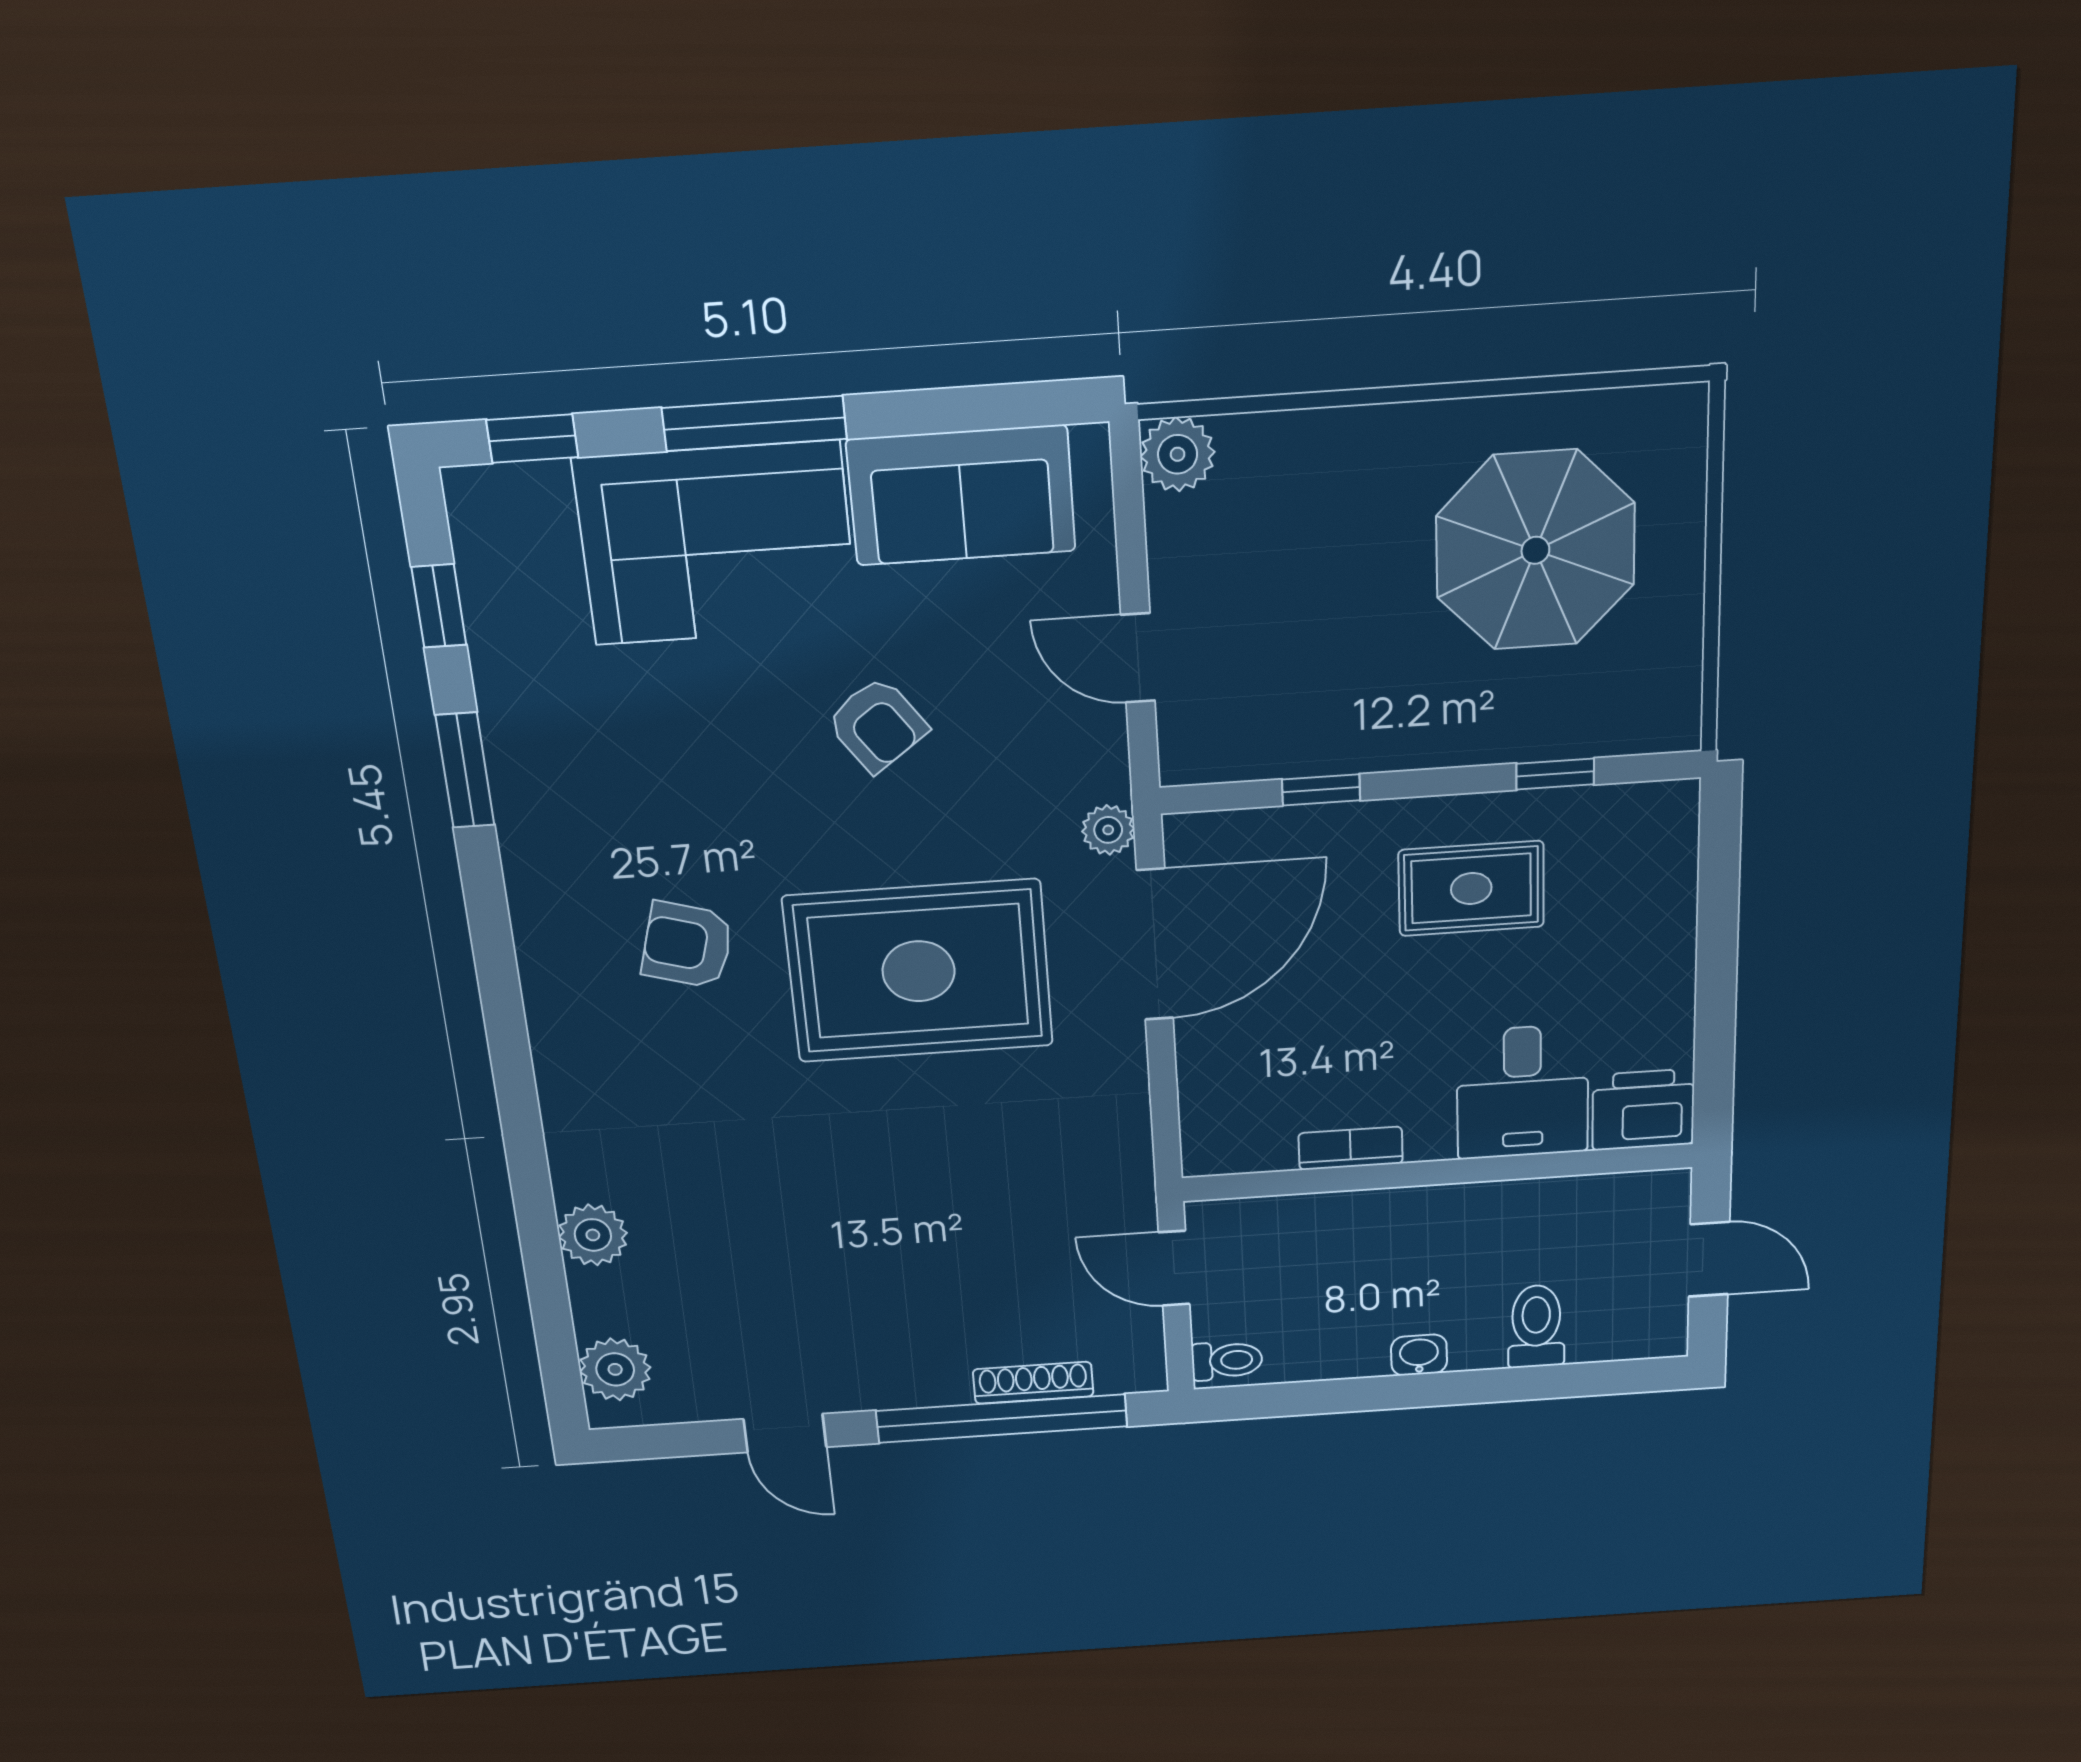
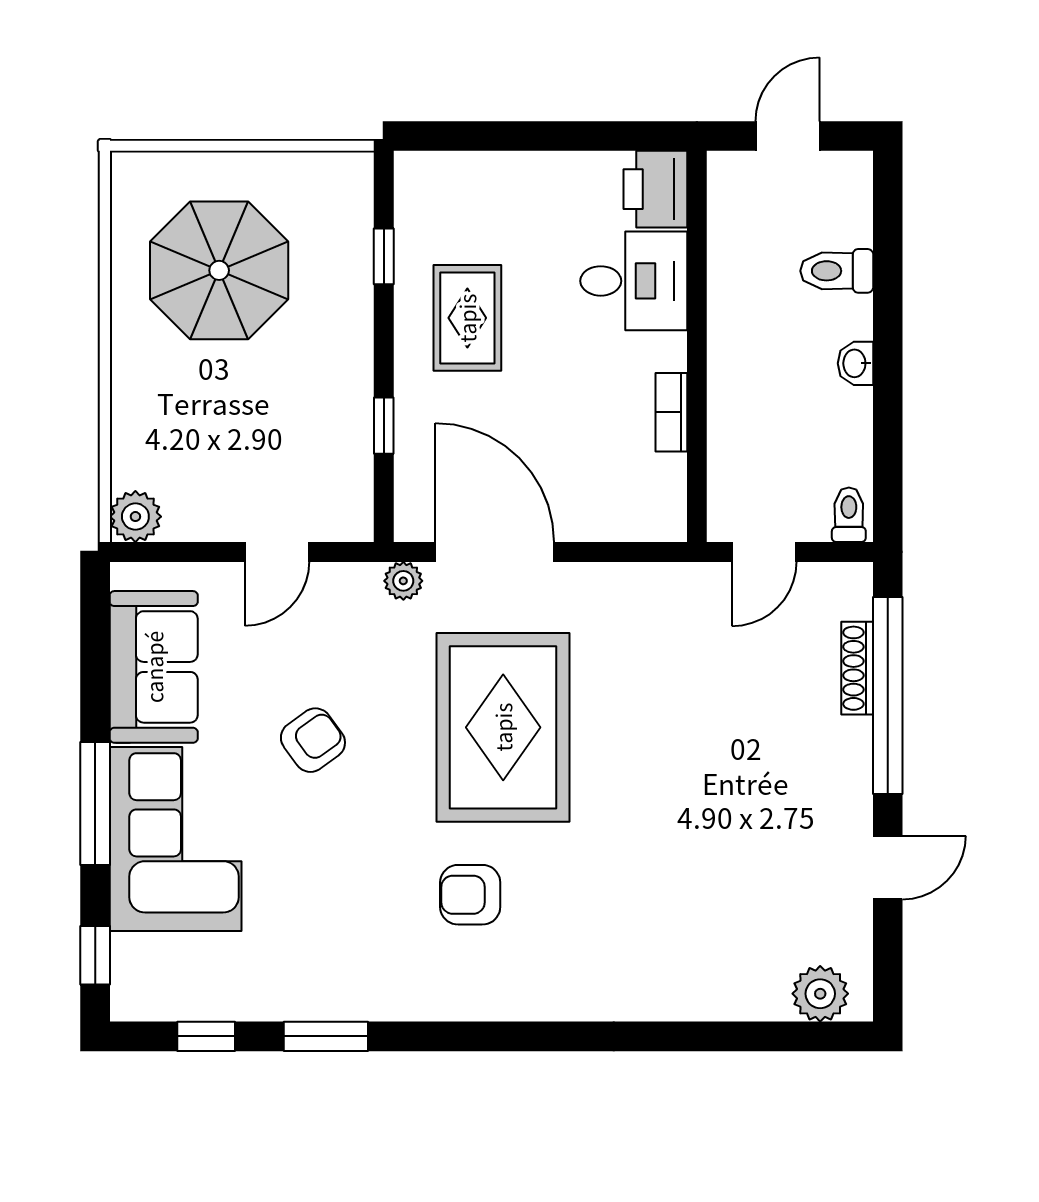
armchair: (687, 945) -> (470, 895), turned 74
plant: (593, 1235) -> (702, 995), removed

